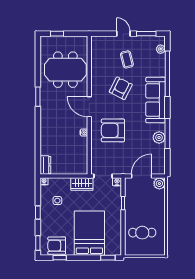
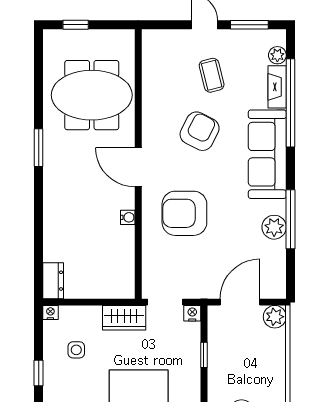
fireplace: (161, 65) -> (277, 87), added

